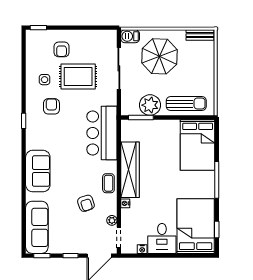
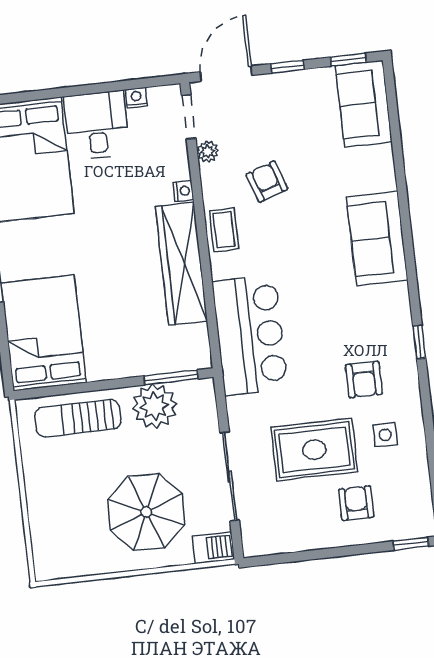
bench: (200, 35) -> (65, 567), removed
sofa: (37, 227) -> (364, 104), width x0.73

